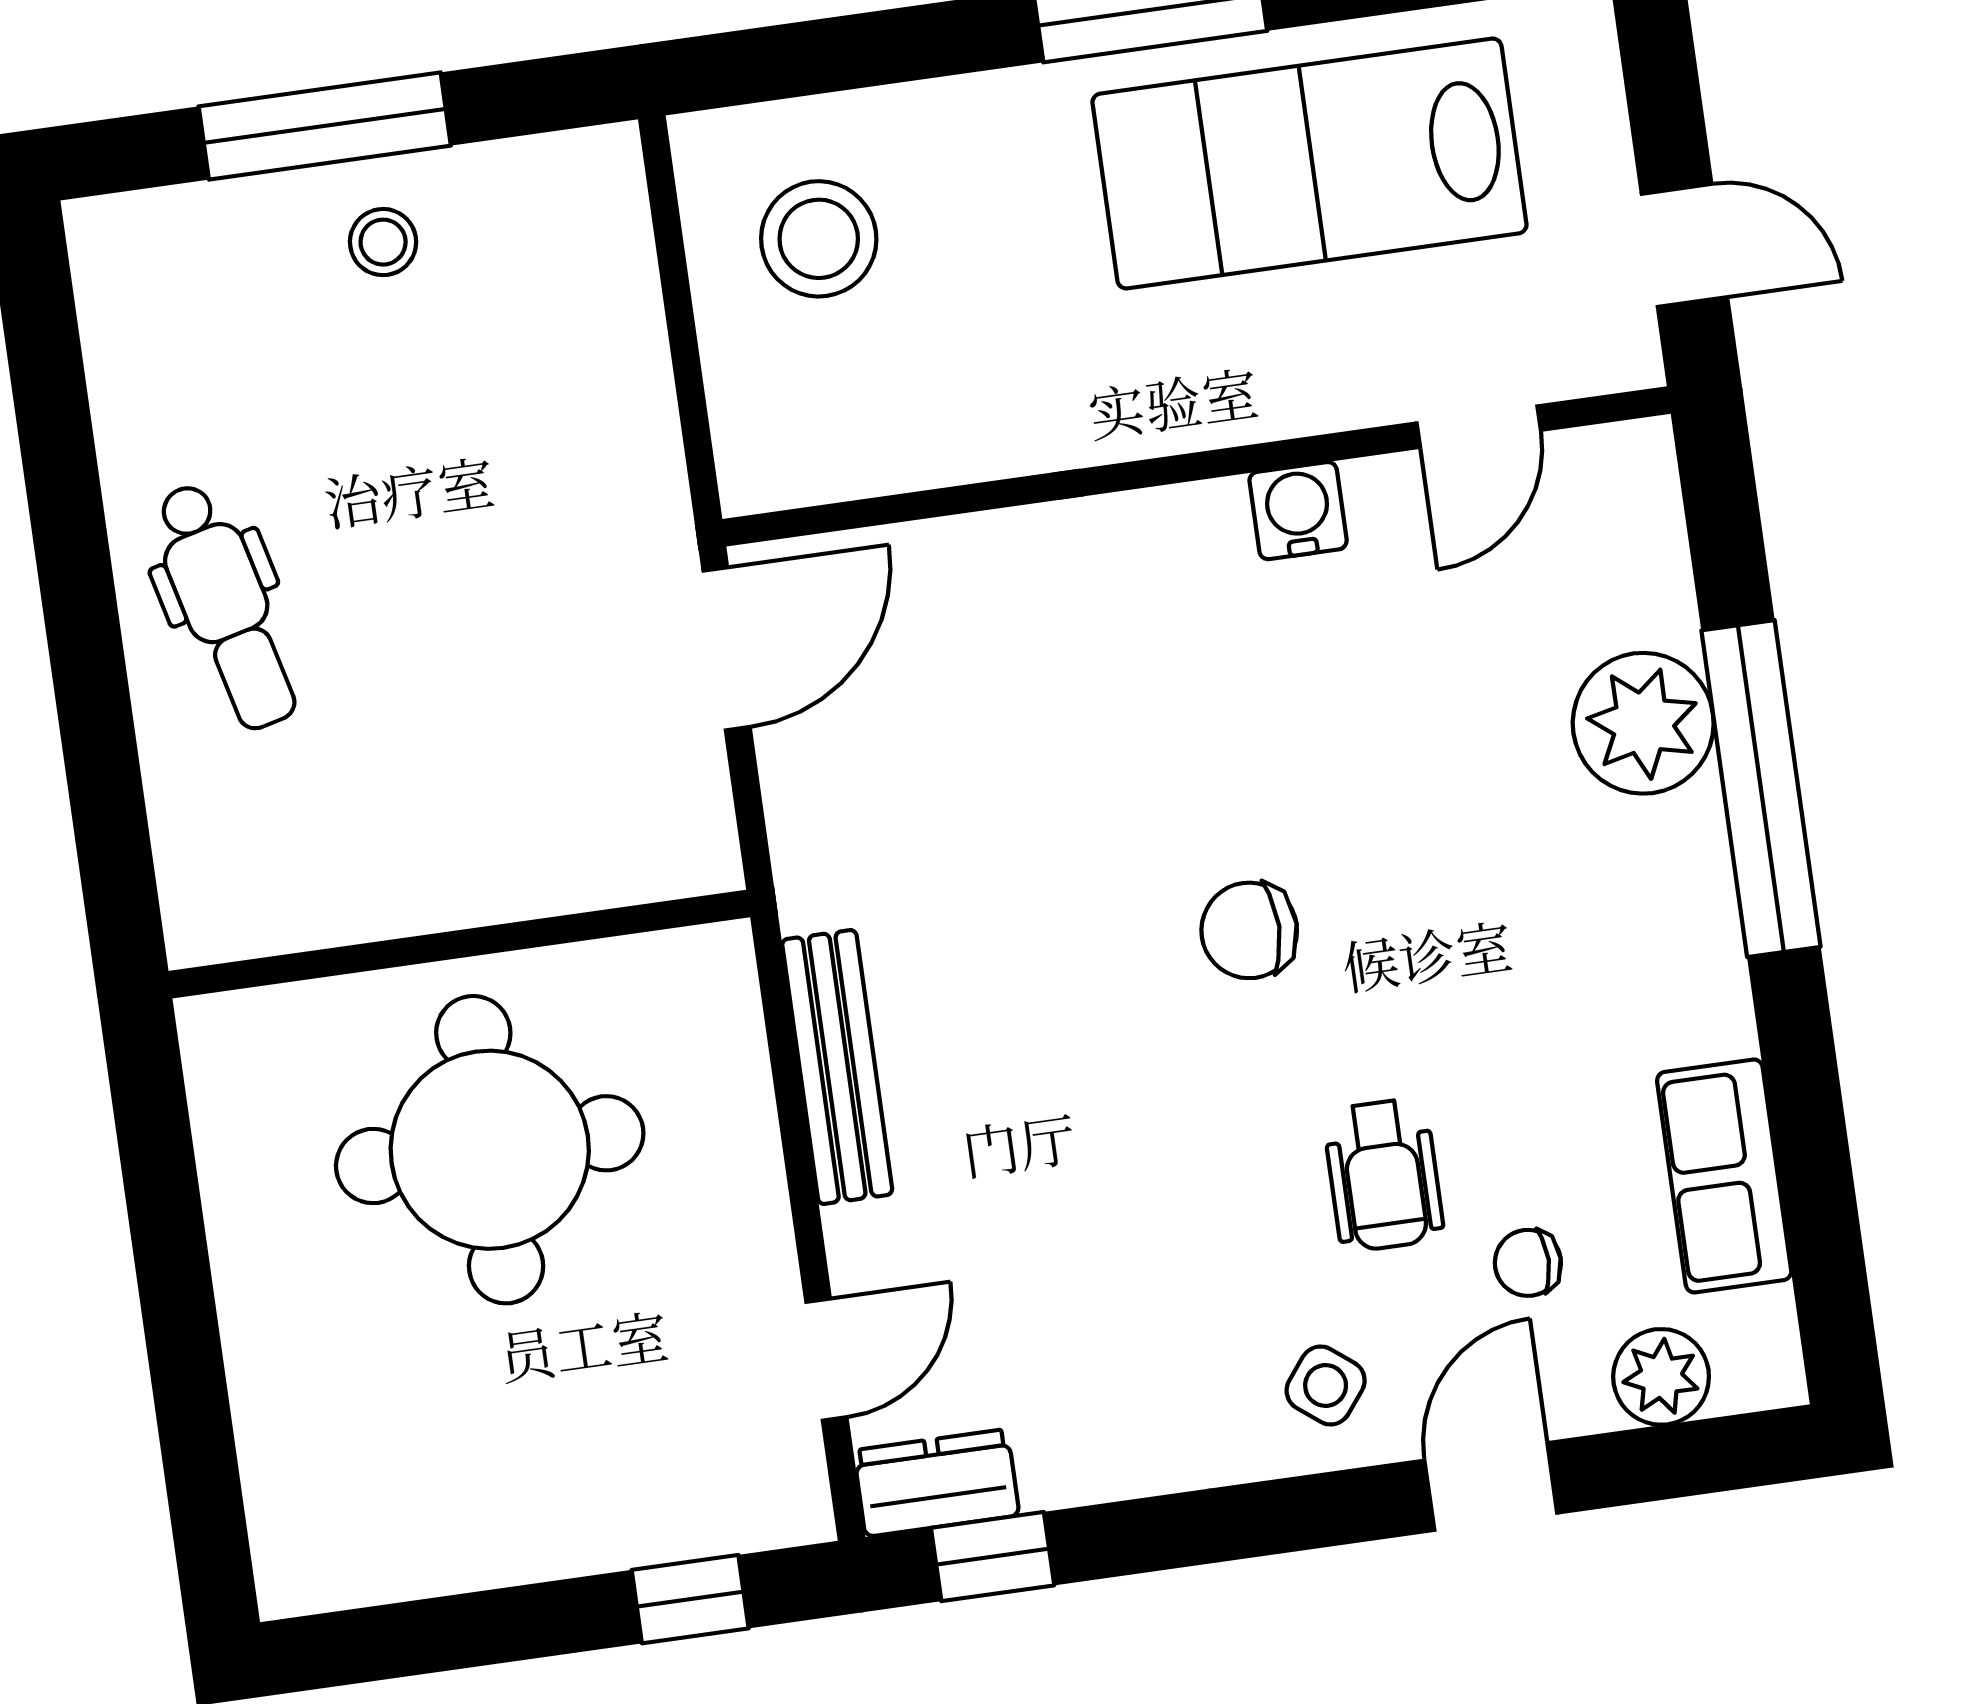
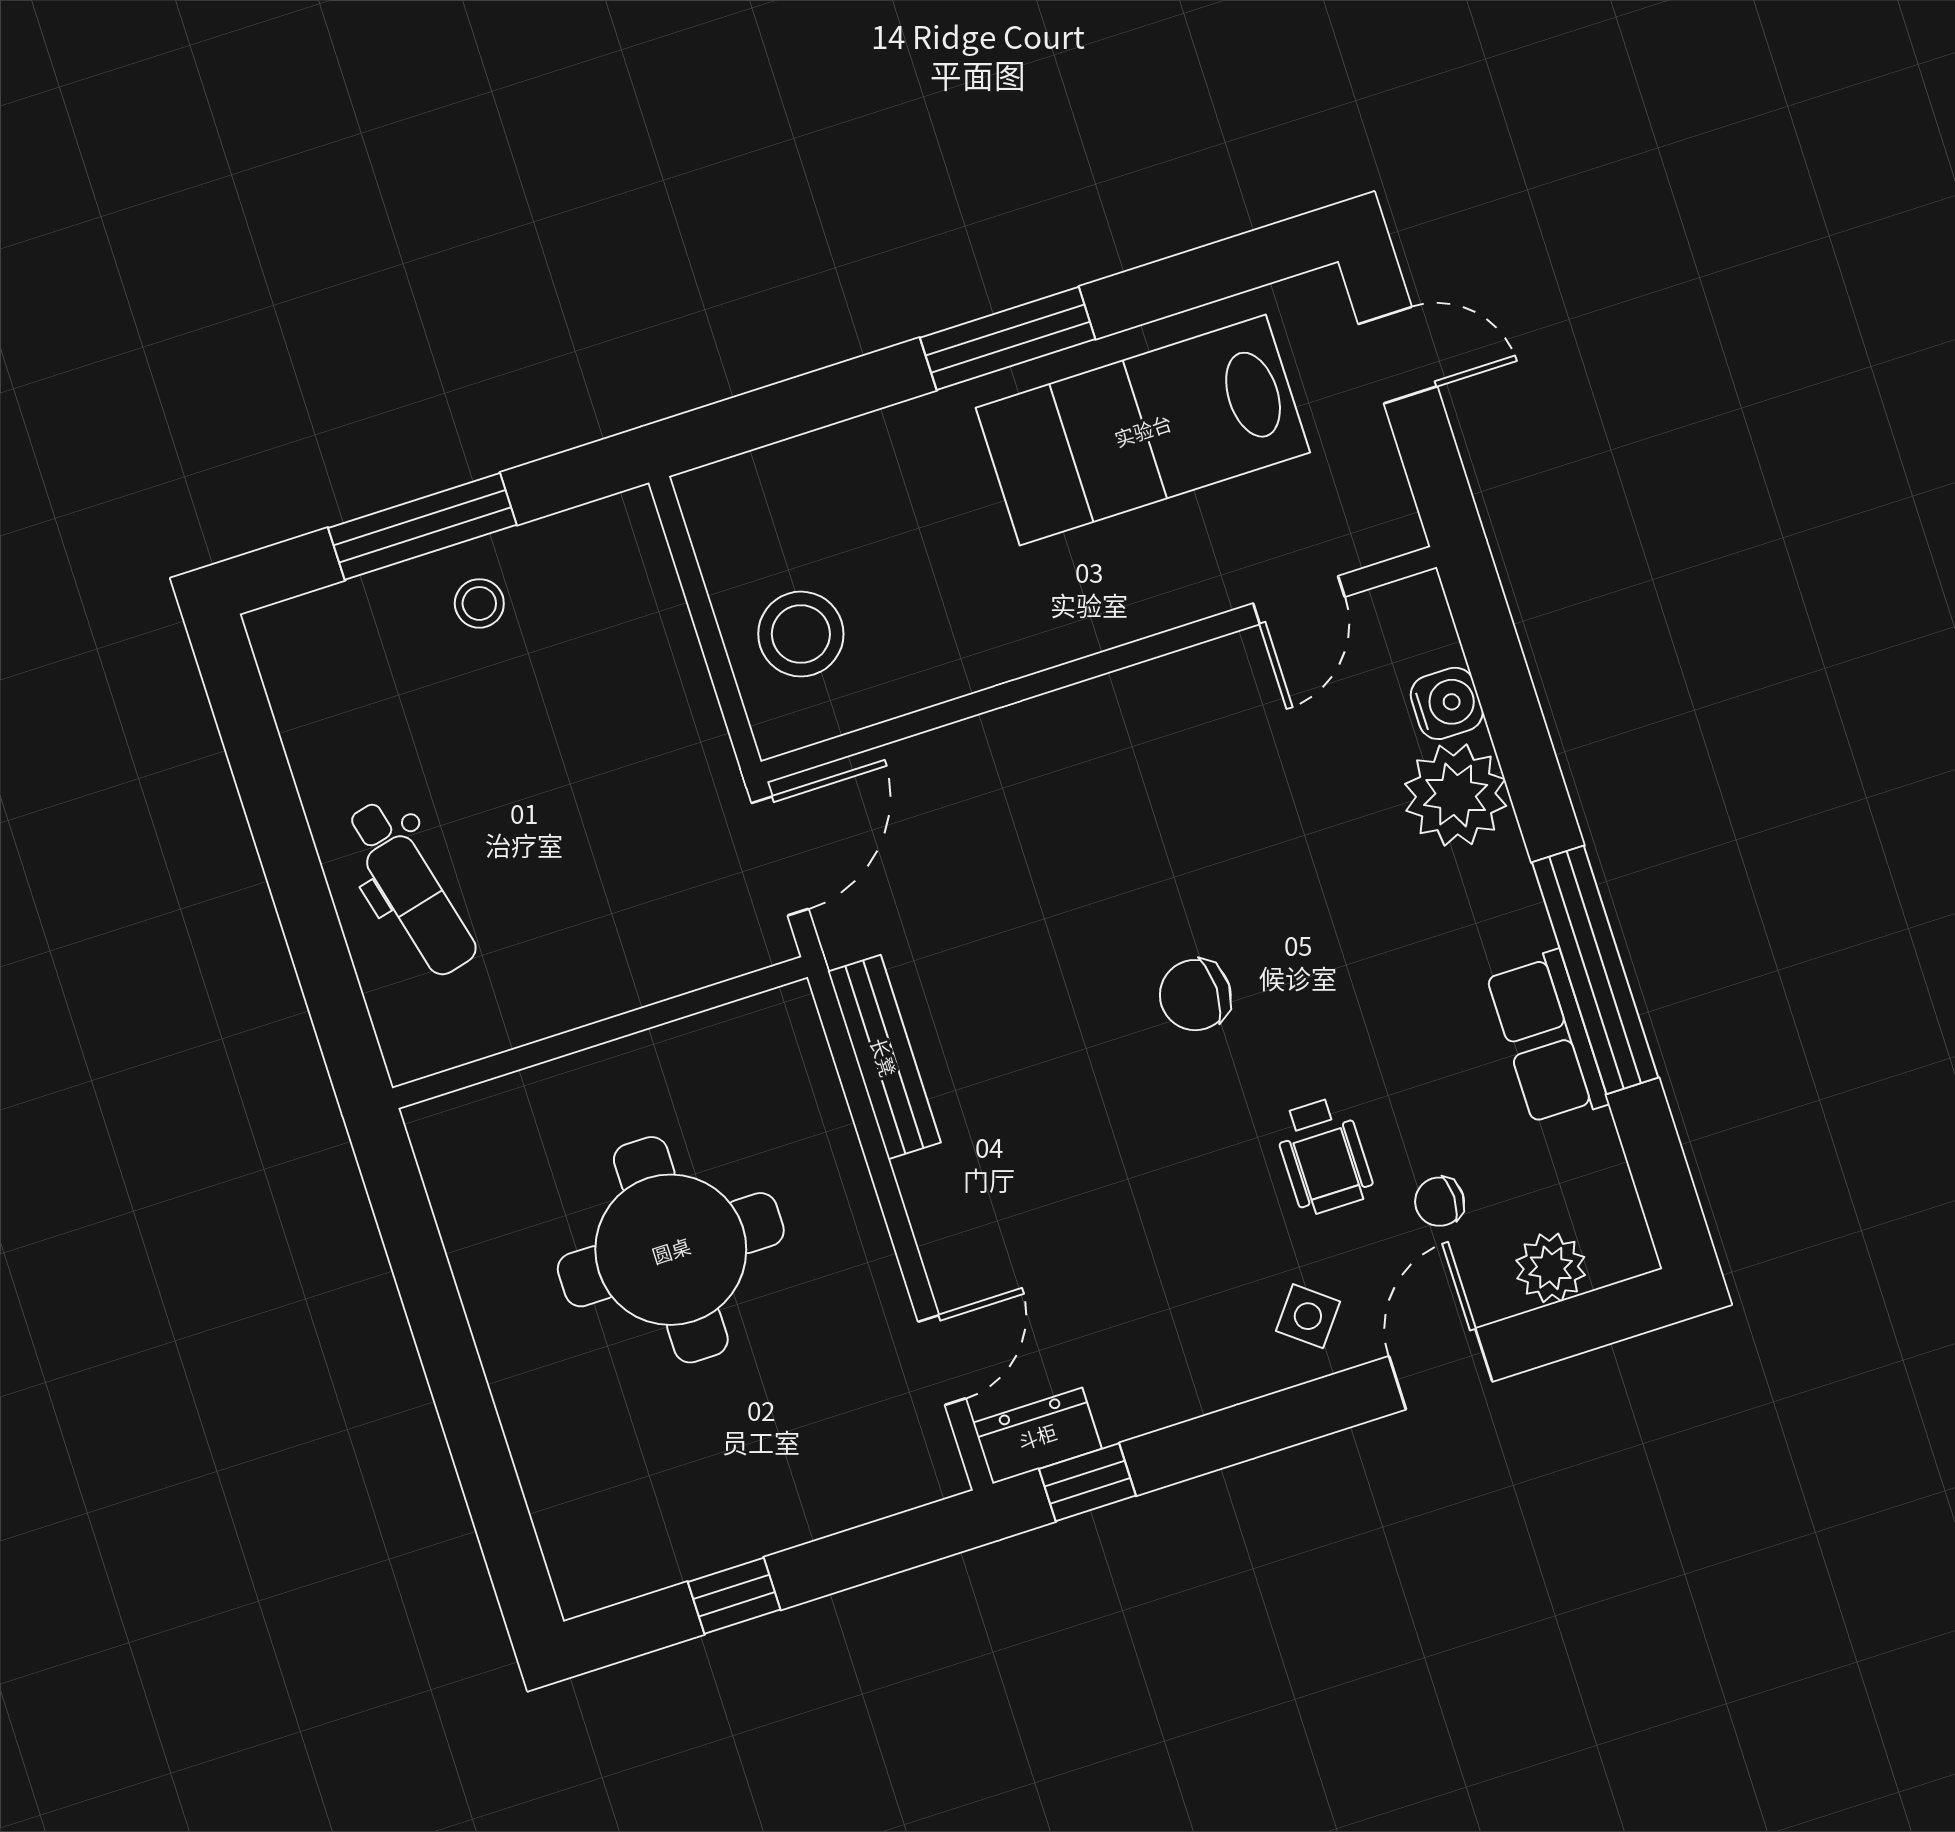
stool: (819, 239) -> (801, 634), moved
door: (1685, 245) -> (1398, 355), moved
water cooler: (1298, 511) -> (1447, 703), moved, turned 90
window: (1761, 789) -> (1595, 970), moved
wall: (459, 944) -> (600, 1033), moved
bench: (837, 1067) -> (884, 1057), moved
row of seats: (1724, 1176) -> (1547, 1038), moved
window: (690, 1599) -> (734, 1596), moved

